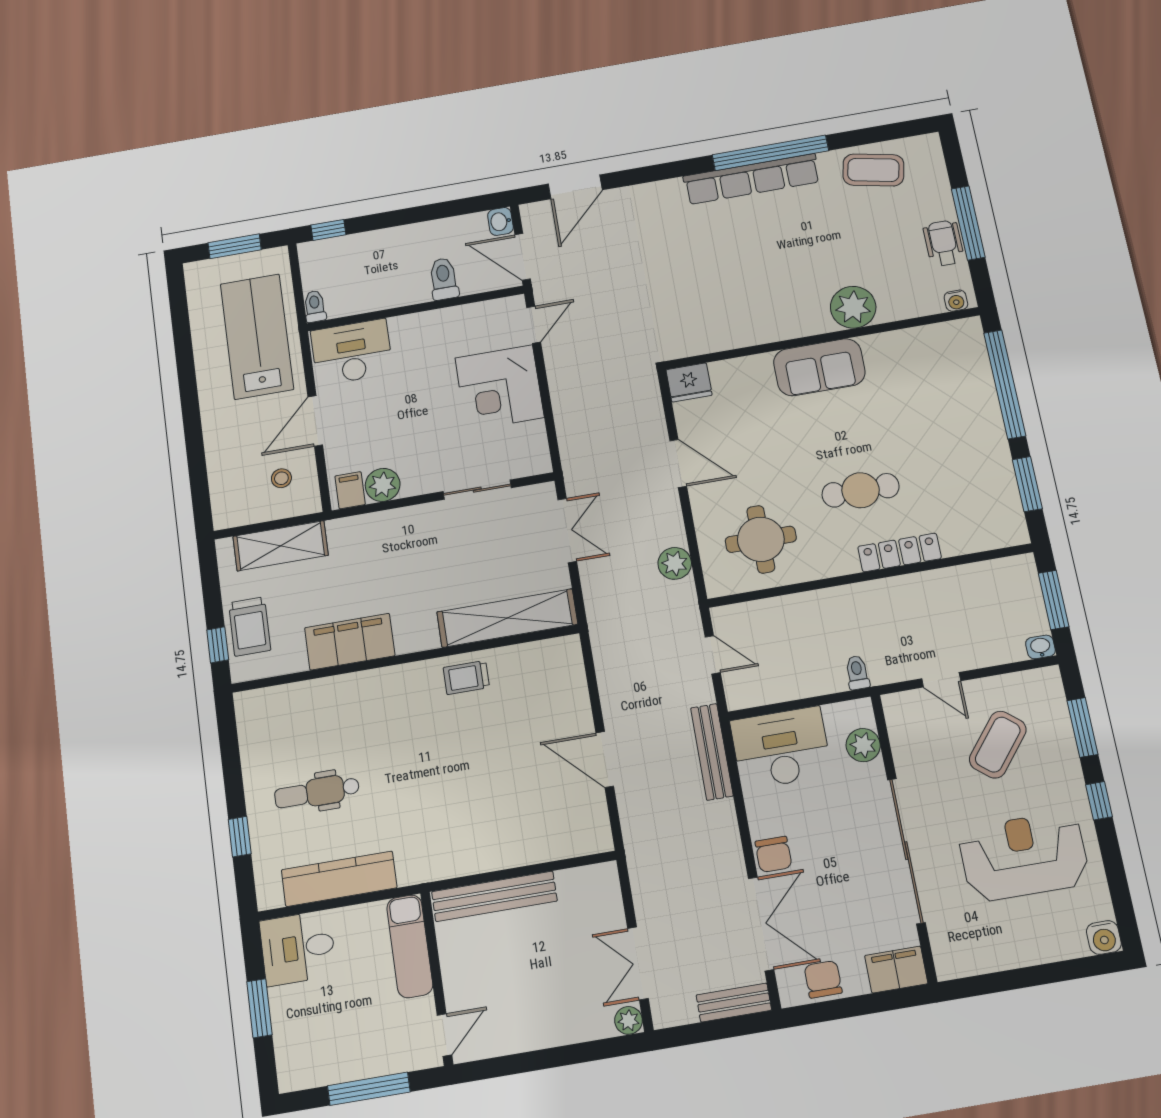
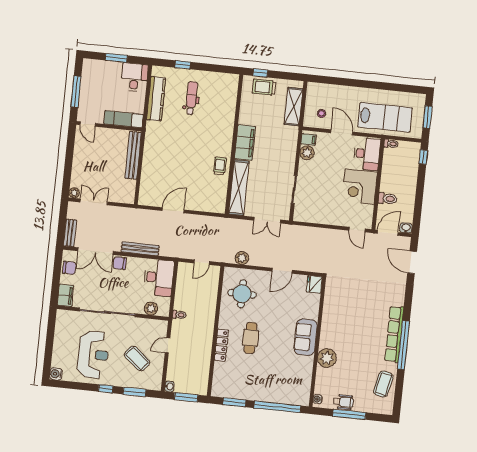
corner desk: (499, 388) -> (360, 186), moved, turned -90
filing cabinet: (350, 642) -> (245, 143), moved
bench: (712, 752) -> (140, 249), moved

